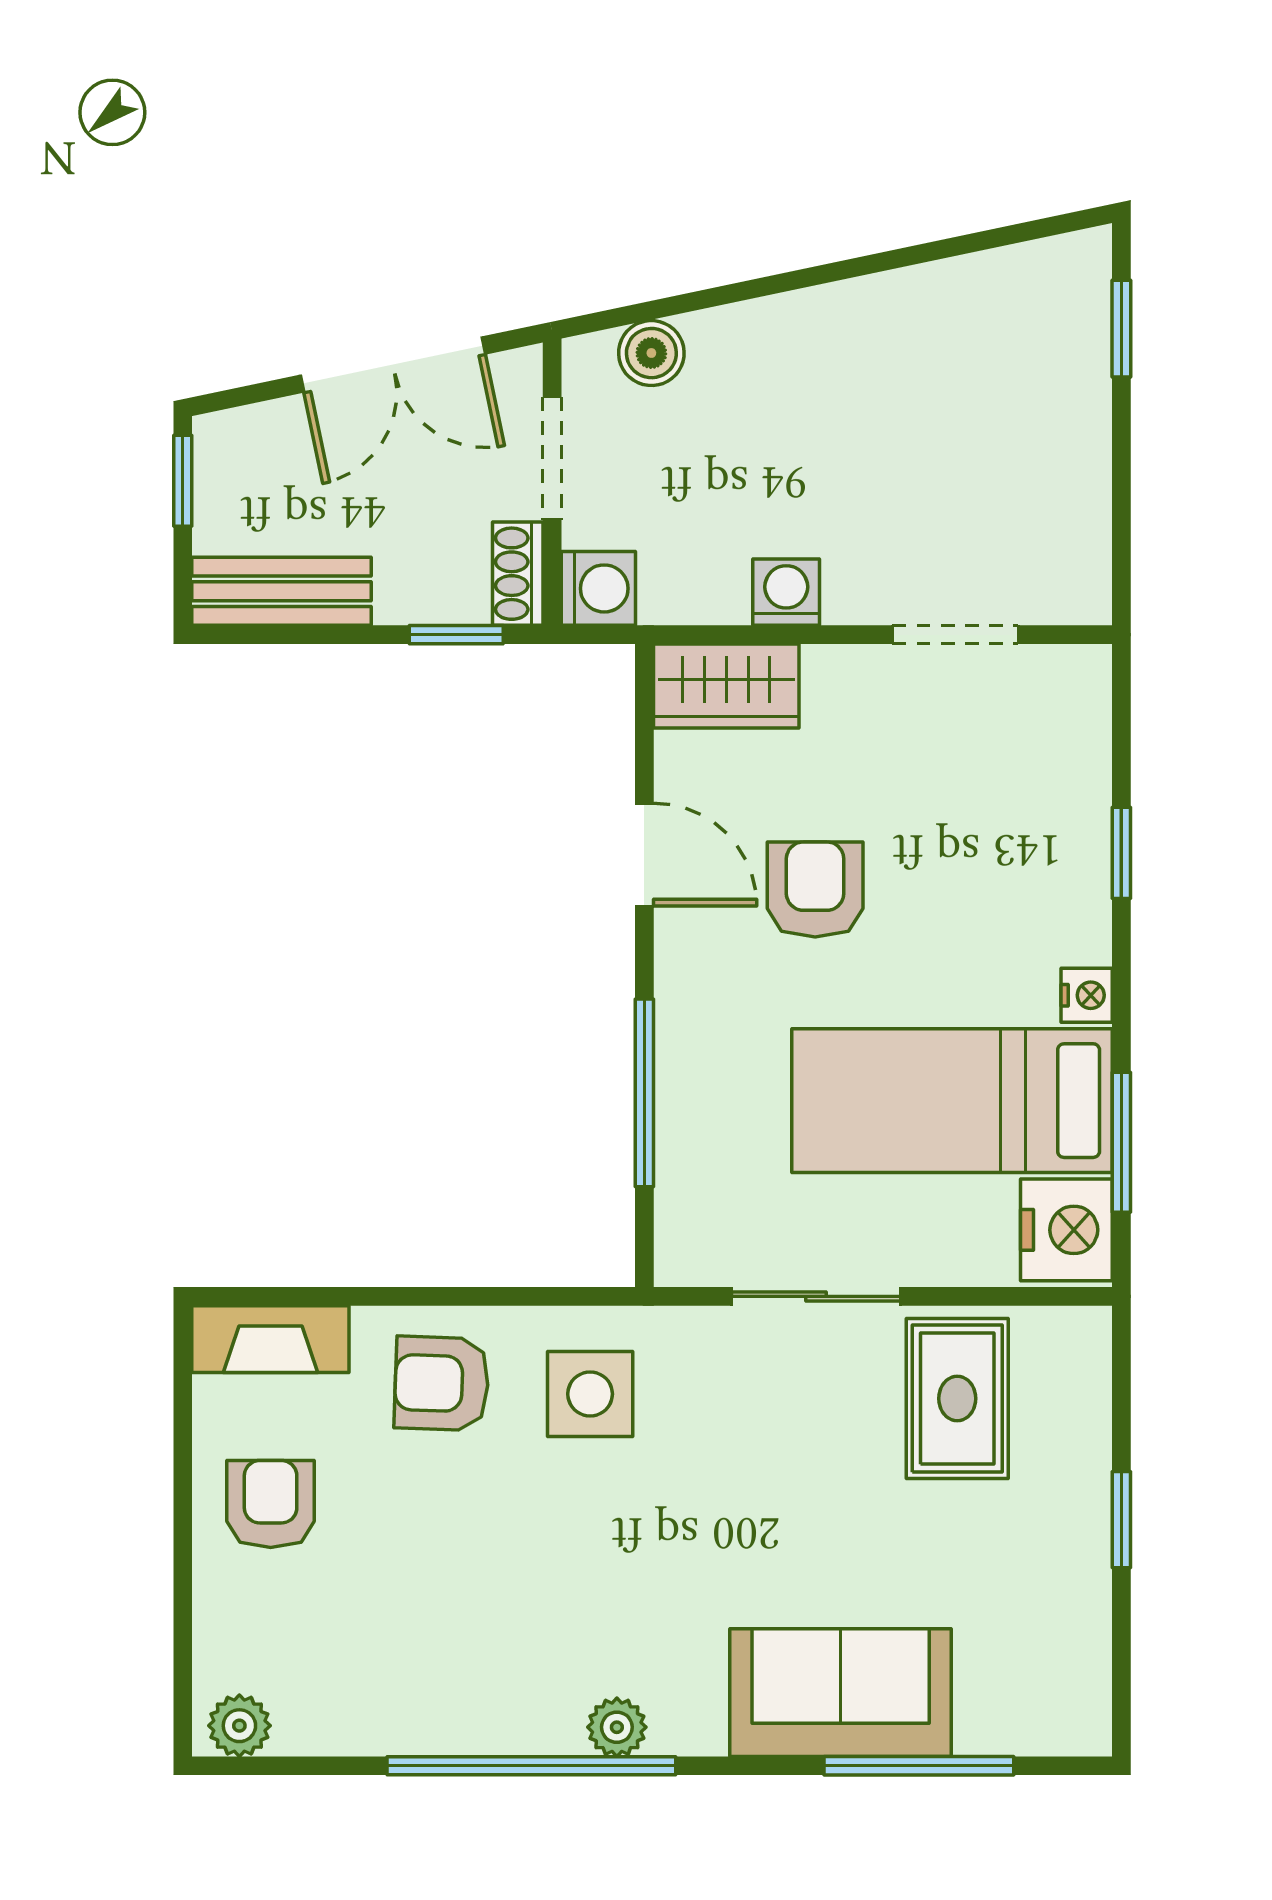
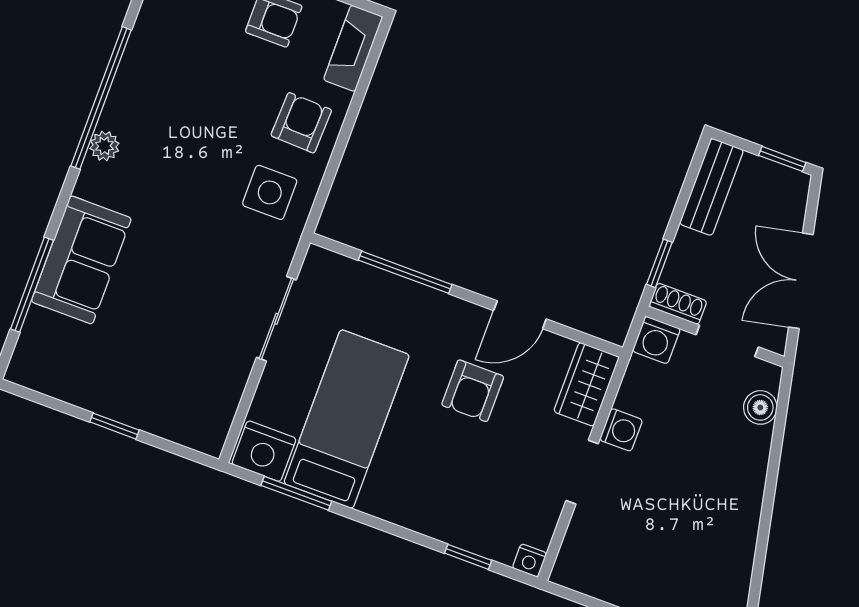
doorway: (955, 635) -> (582, 472), moved
window: (1121, 853) -> (468, 557), moved
armchair: (815, 889) -> (473, 391), turned 90
nightstand: (1087, 995) -> (530, 560), moved
rug: (957, 1399) -> (202, 369), removed

